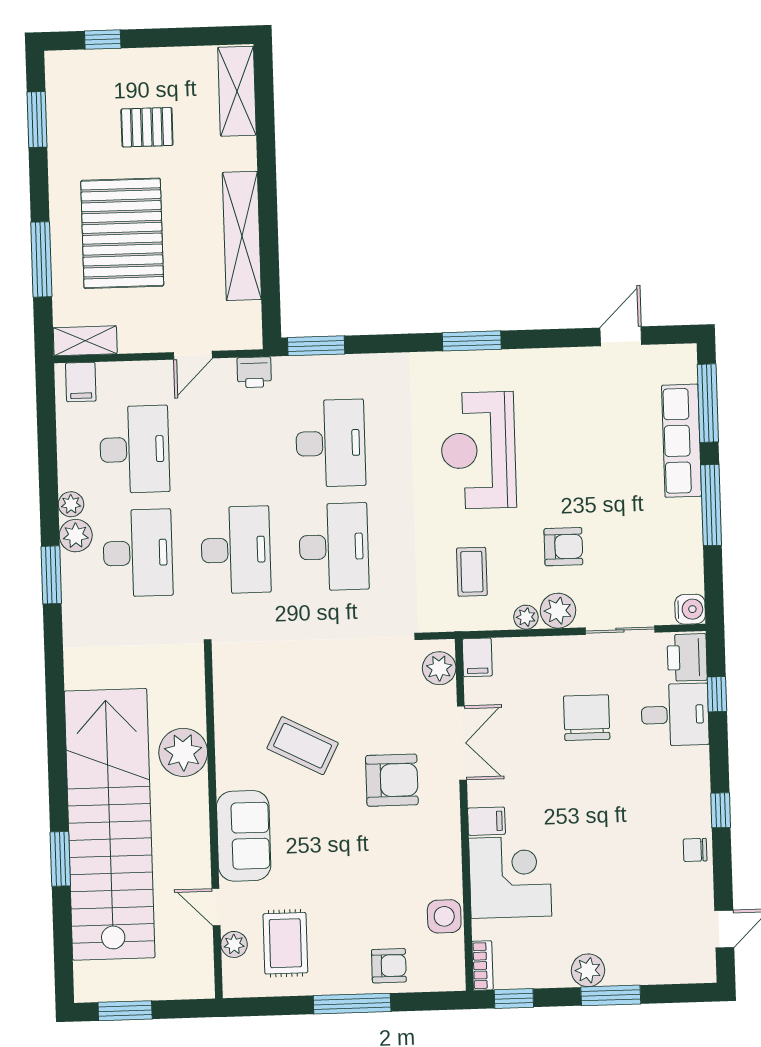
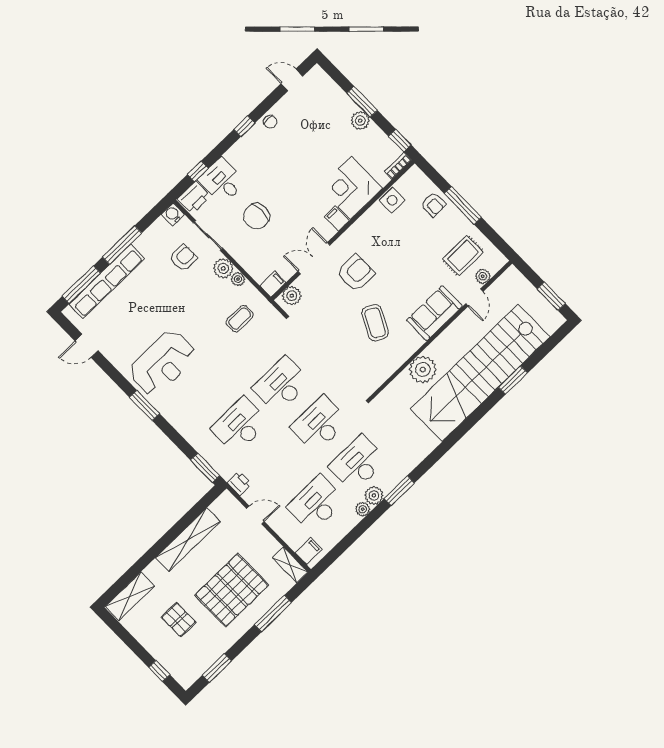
row of seats: (681, 441) -> (107, 281), width x1.36
reception desk: (478, 450) -> (163, 363), moved
armchair: (563, 547) -> (183, 258), moved, turned 90
armchair: (392, 780) -> (356, 273), turned 90
armchair: (389, 966) -> (433, 204), turned 180

